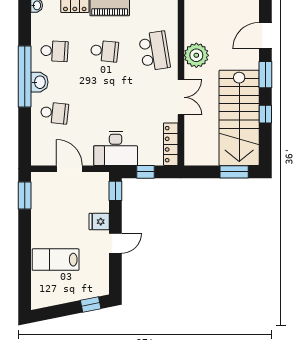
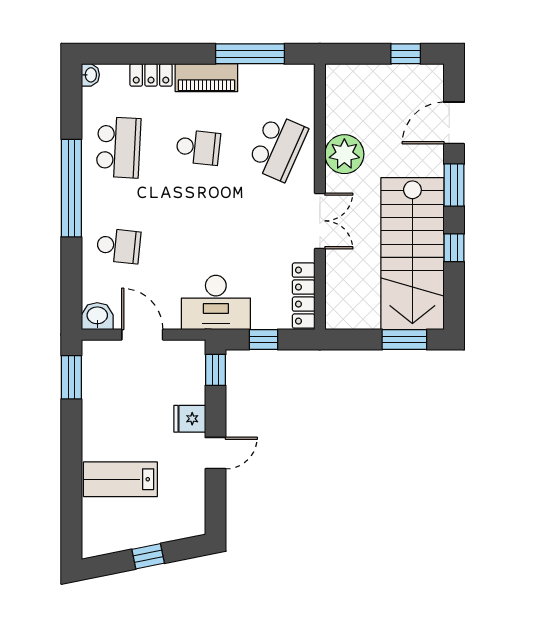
school desk: (54, 51) -> (119, 147), width x1.85
school desk: (154, 51) -> (278, 147), turned 33
washbasin: (39, 82) -> (97, 316), moved, turned -90
window: (91, 304) -> (148, 556), moved

